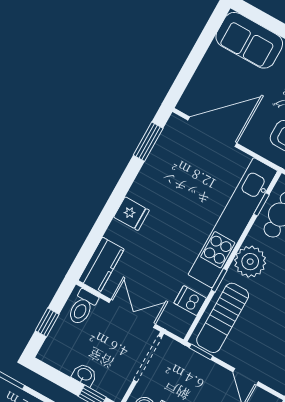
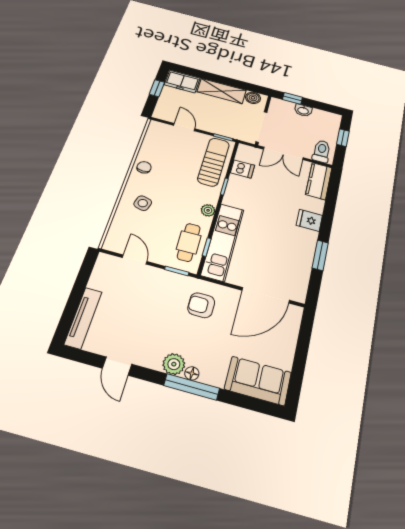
window: (148, 142) -> (320, 255), moved
kitchen unit: (233, 223) -> (223, 242), width x0.73
plant: (250, 262) -> (208, 210), width x0.53, depth x0.53

